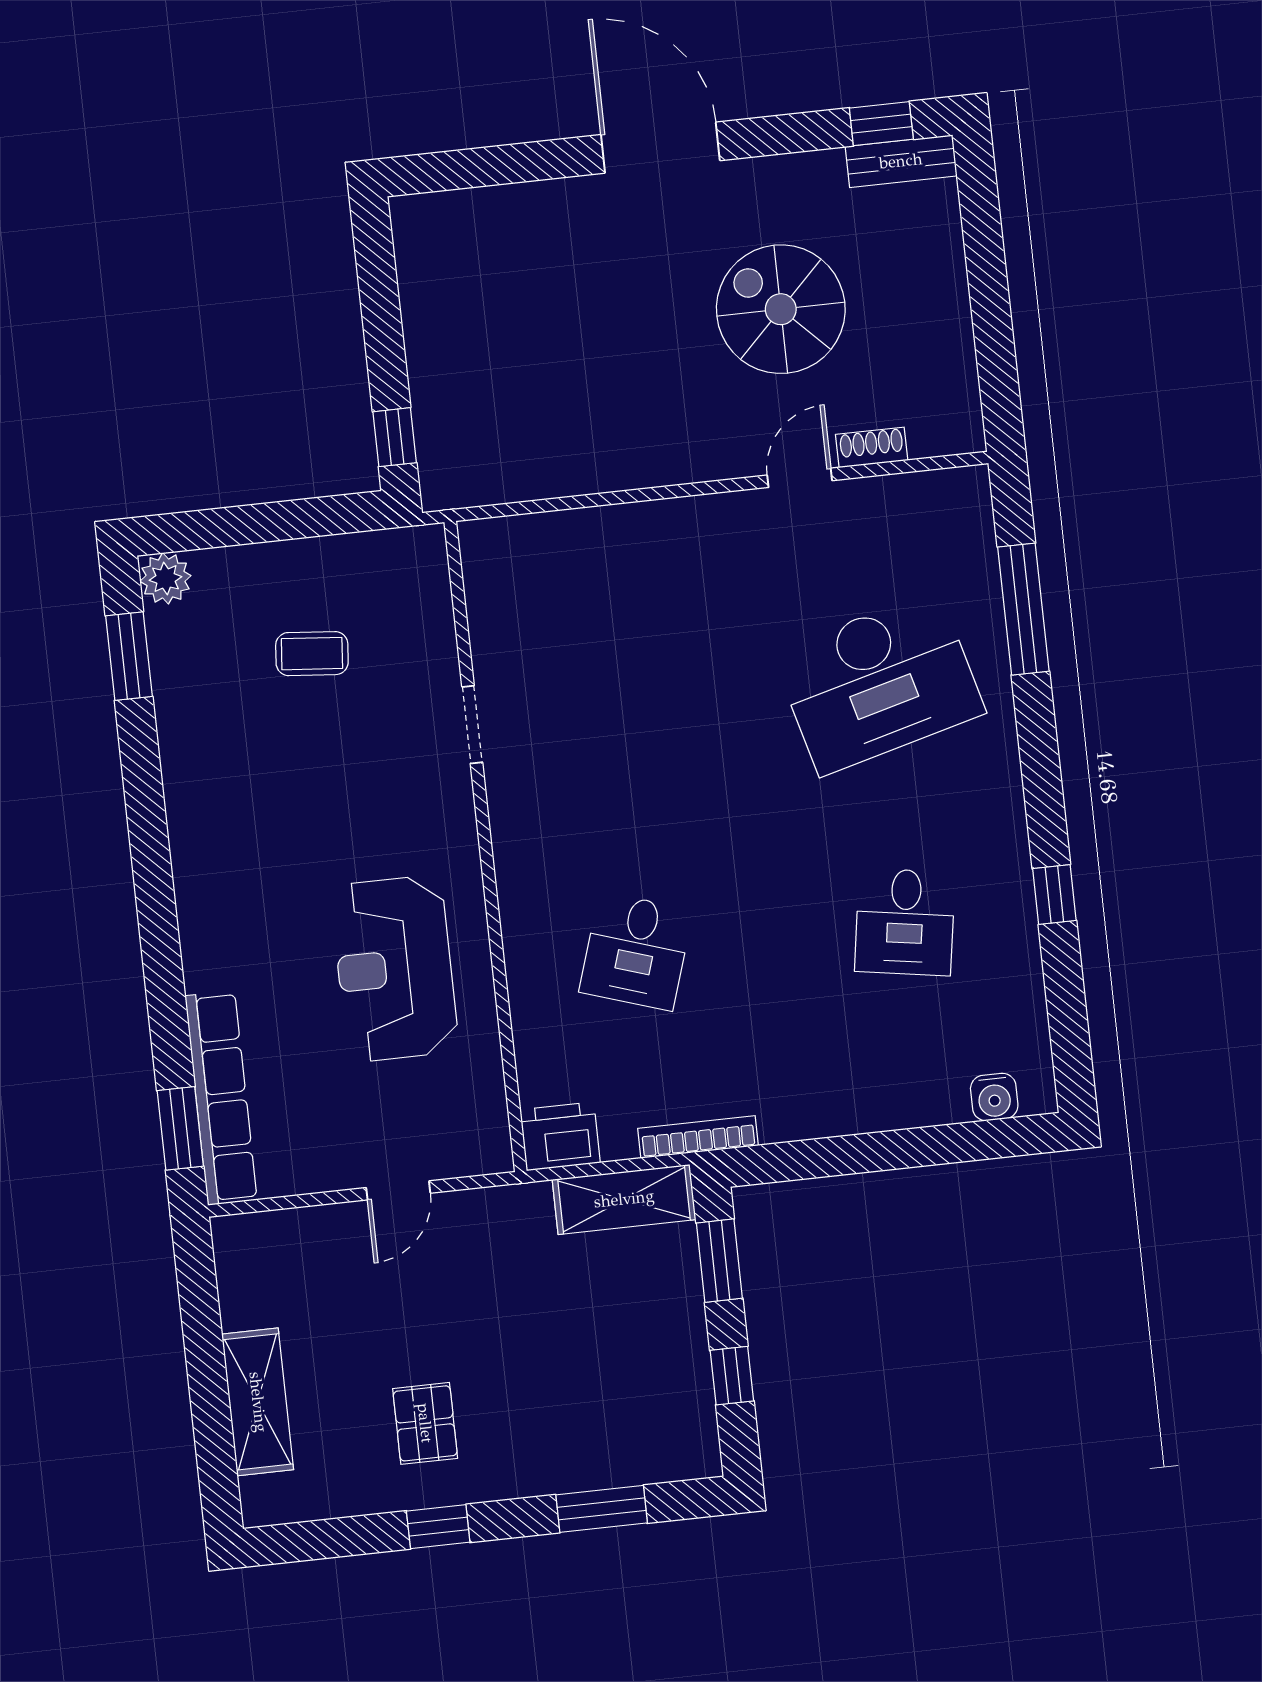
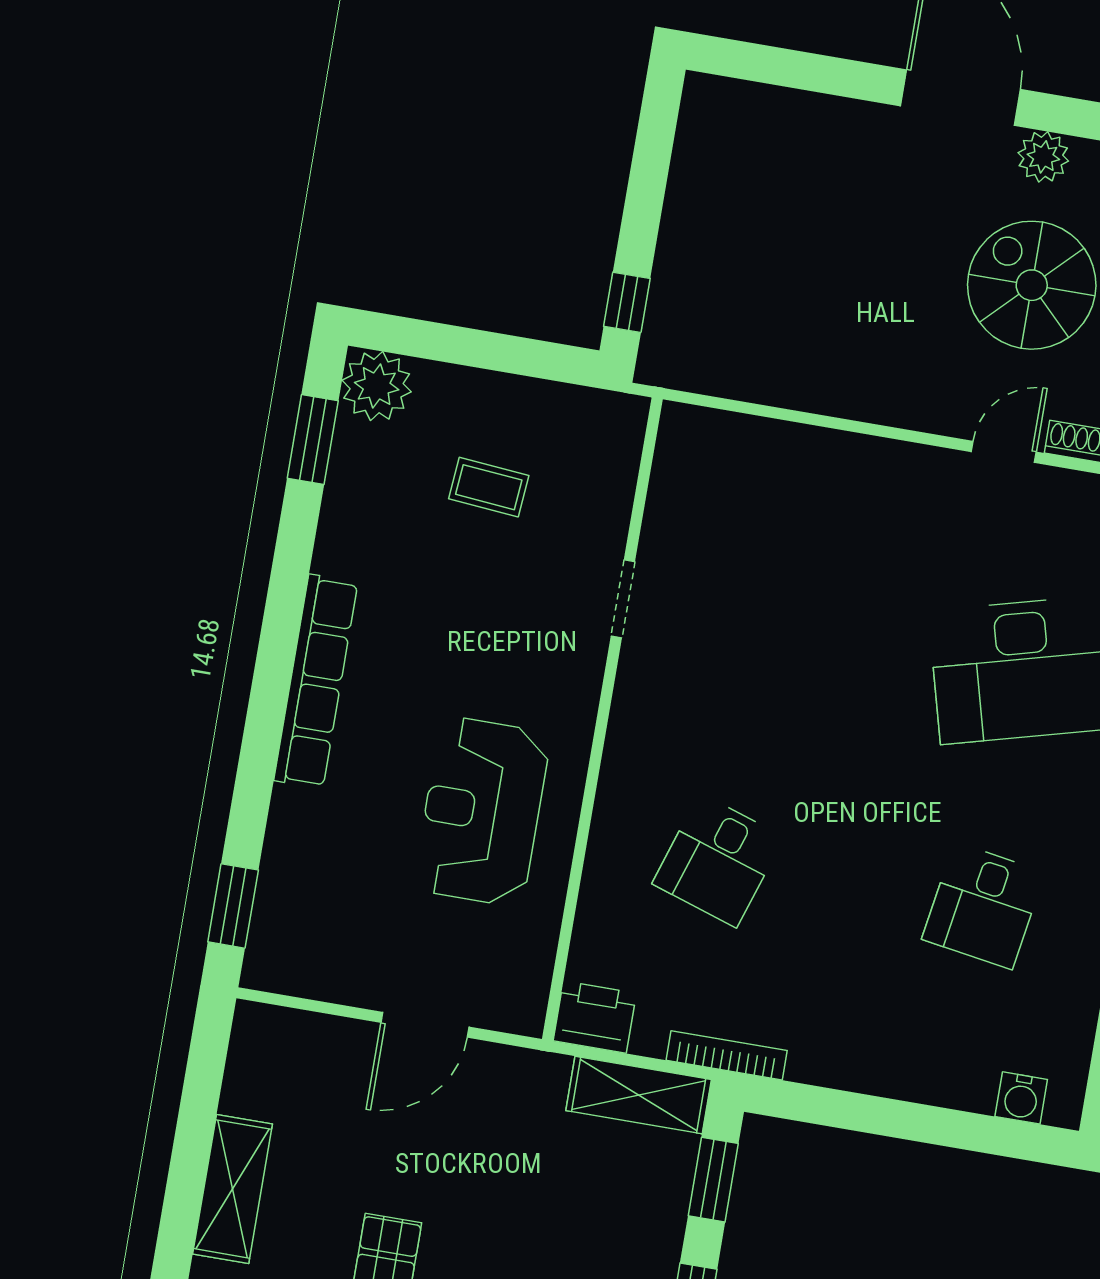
plant: (757, 182) -> (1043, 157), added
plant: (166, 578) -> (377, 386), width x1.36, depth x1.36
row of seats: (221, 1098) -> (316, 681), moved
door: (398, 1190) -> (425, 1025), width x1.37

